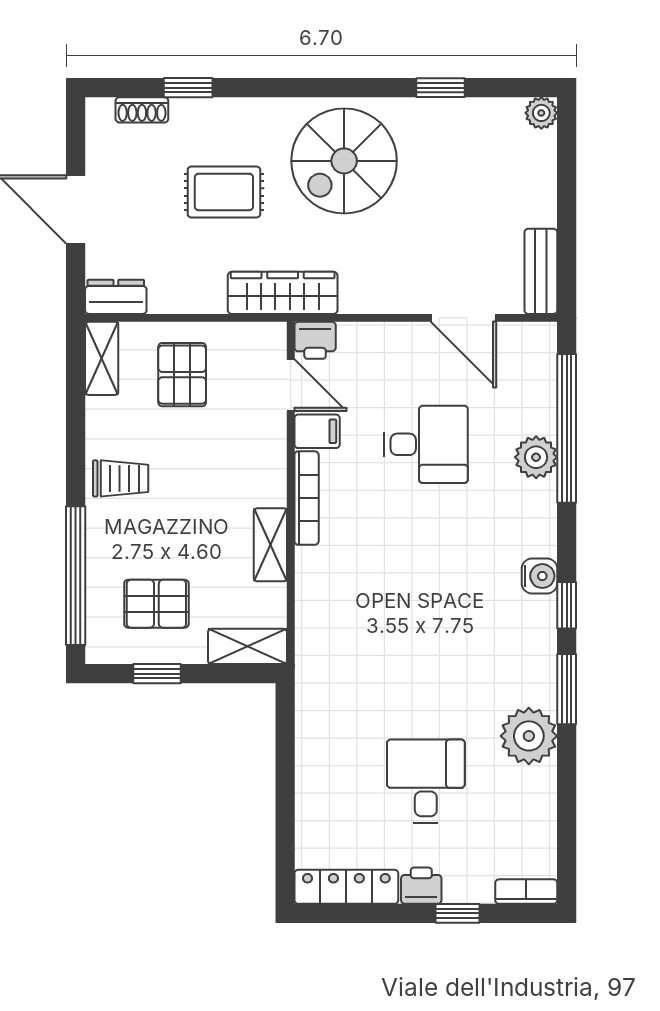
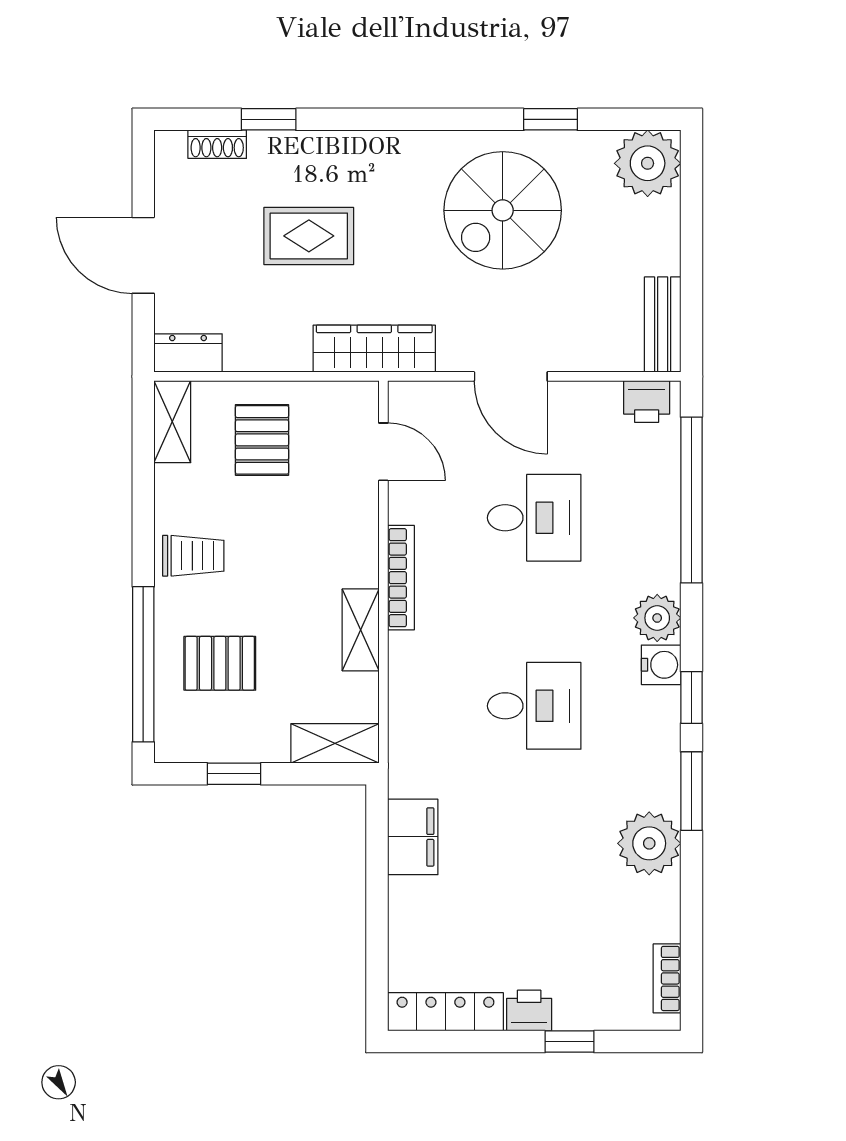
plant: (541, 113) -> (648, 163), width x1.87, depth x1.87
spiral stairs: (344, 161) -> (503, 210), moved
door: (463, 318) -> (511, 376), moved
printer: (315, 340) -> (647, 402), moved
filing cabinet: (317, 431) -> (413, 837), moved, width x2.00
plant: (536, 457) -> (657, 618), moved
pallet: (156, 604) -> (220, 663), moved
desk: (426, 781) -> (534, 706), moved, turned 90
bookcase: (526, 892) -> (667, 978), moved, turned -90

